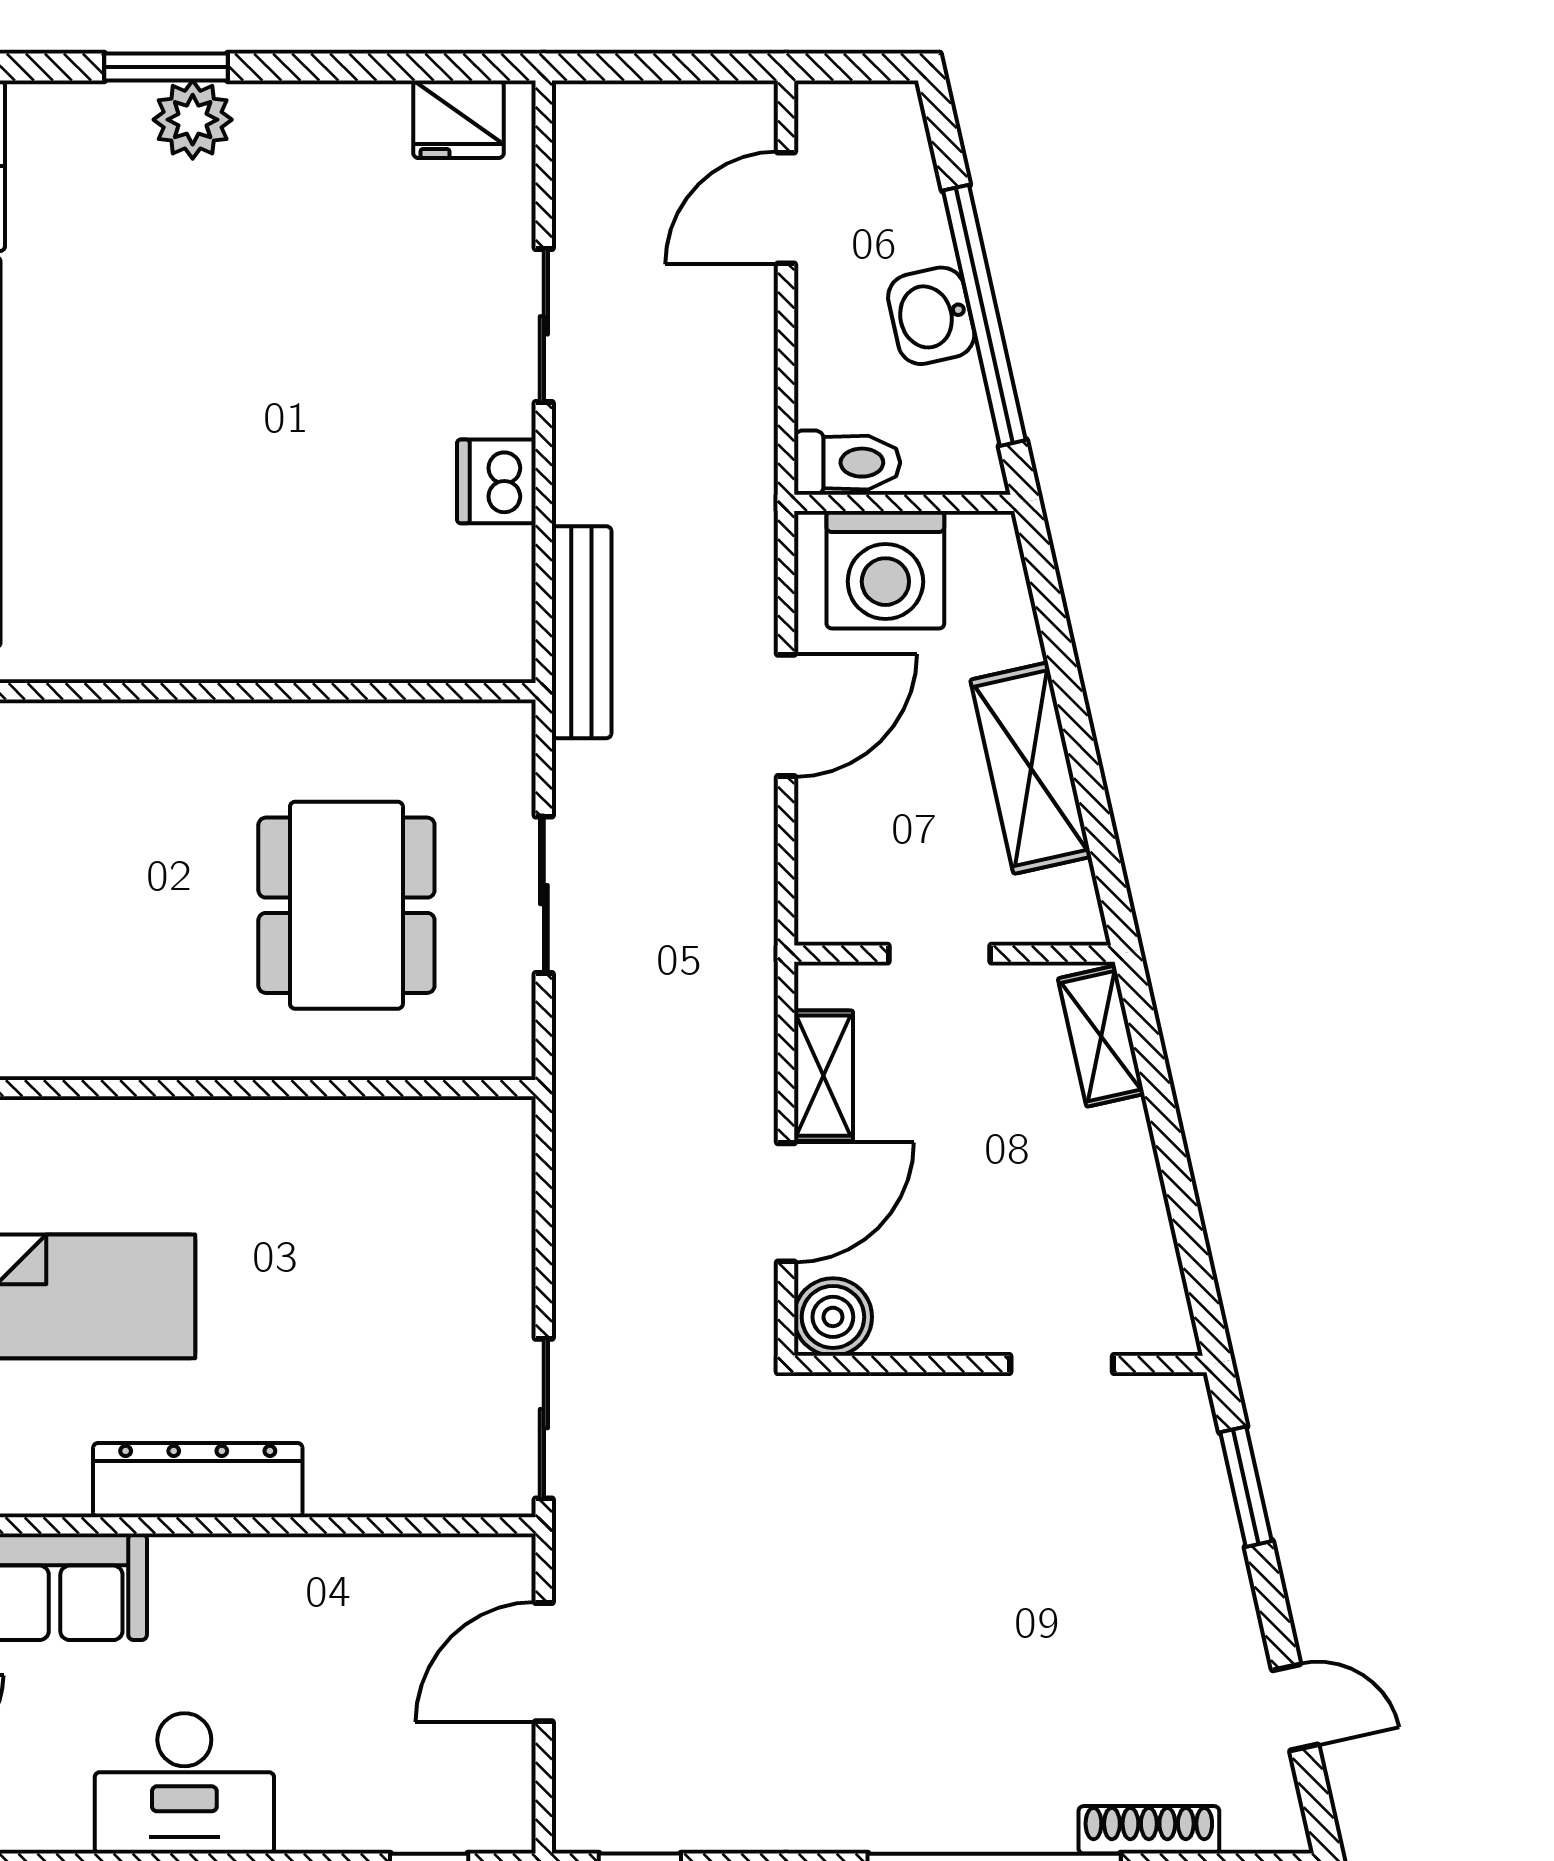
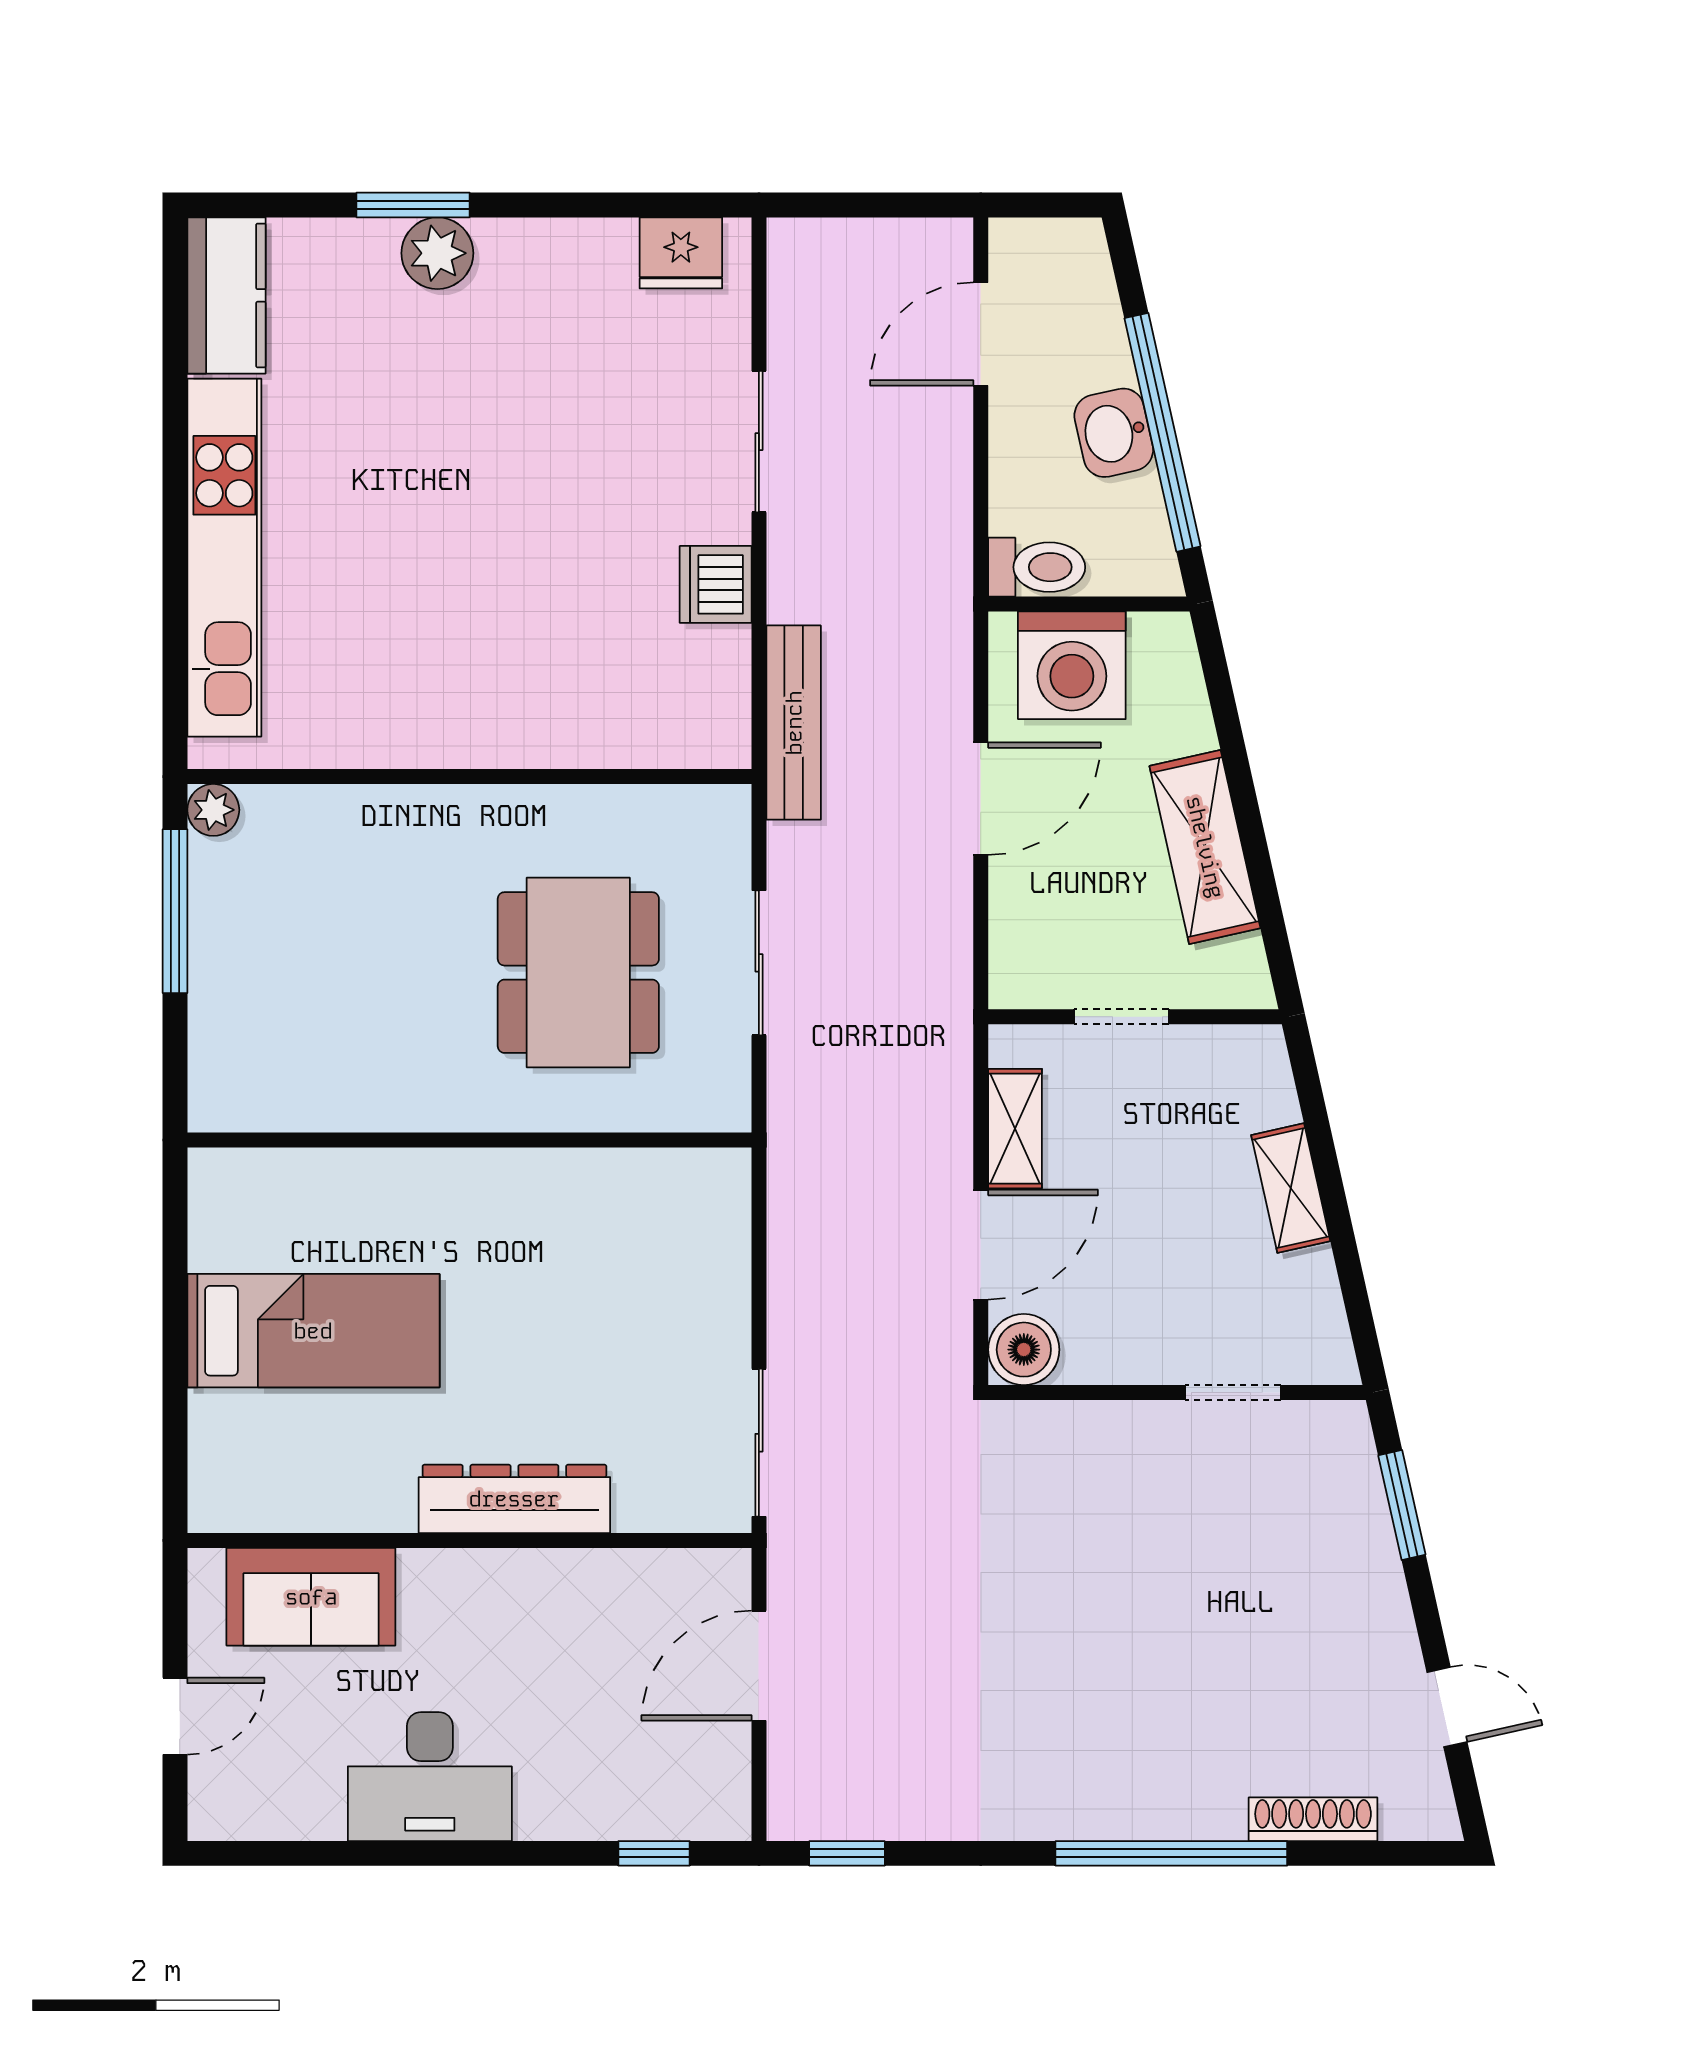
shelving: (1101, 1036) -> (1291, 1188), moved
dresser: (198, 1480) -> (514, 1499), moved

